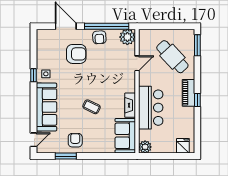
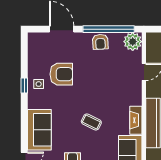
armchair: (76, 54) -> (61, 74), moved
sofa: (46, 107) -> (39, 130), width x0.73

